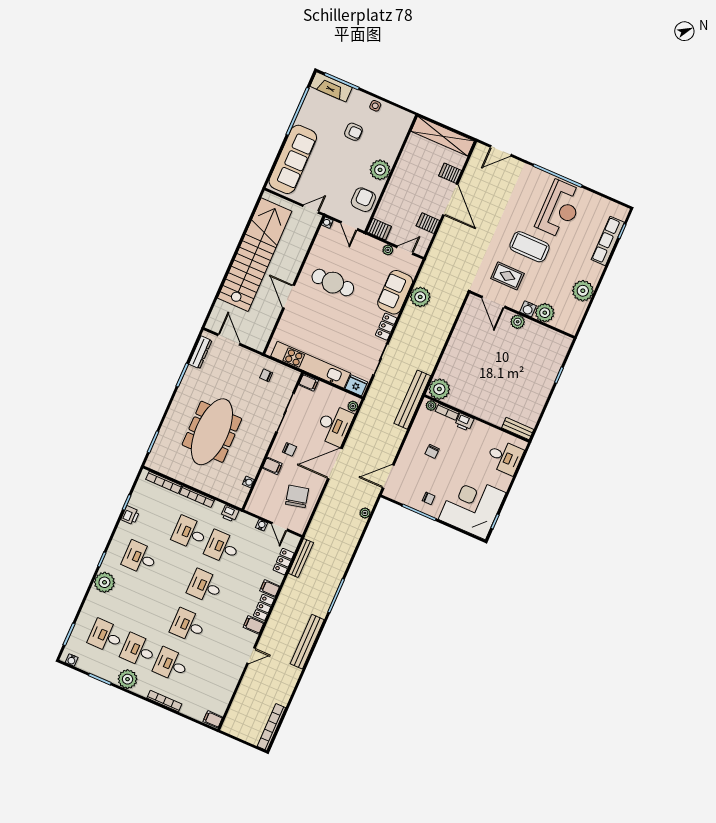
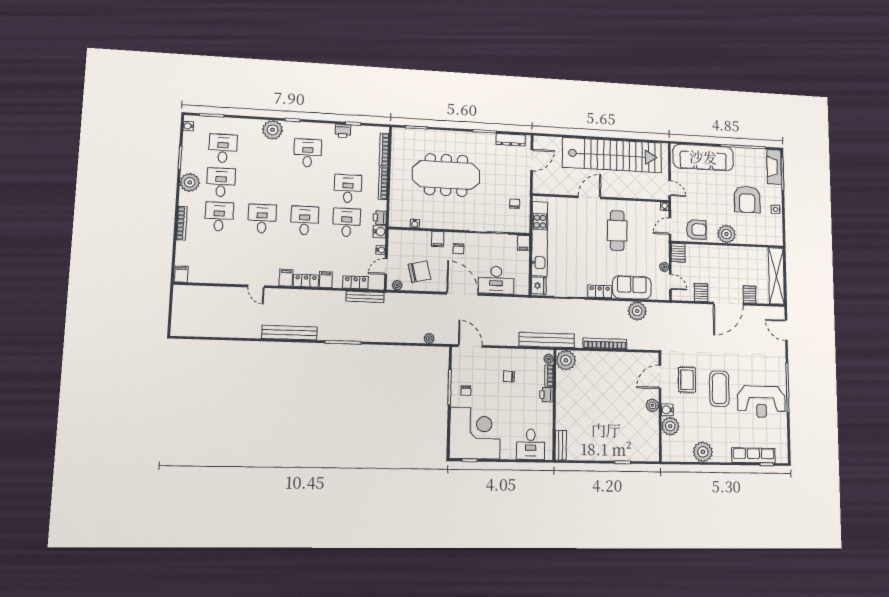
armchair: (353, 132) -> (747, 199), width x1.88, depth x1.88
plant: (353, 406) -> (397, 285), moved
water cooler: (243, 519) -> (380, 232), added
bookcase: (271, 727) -> (605, 344), moved

